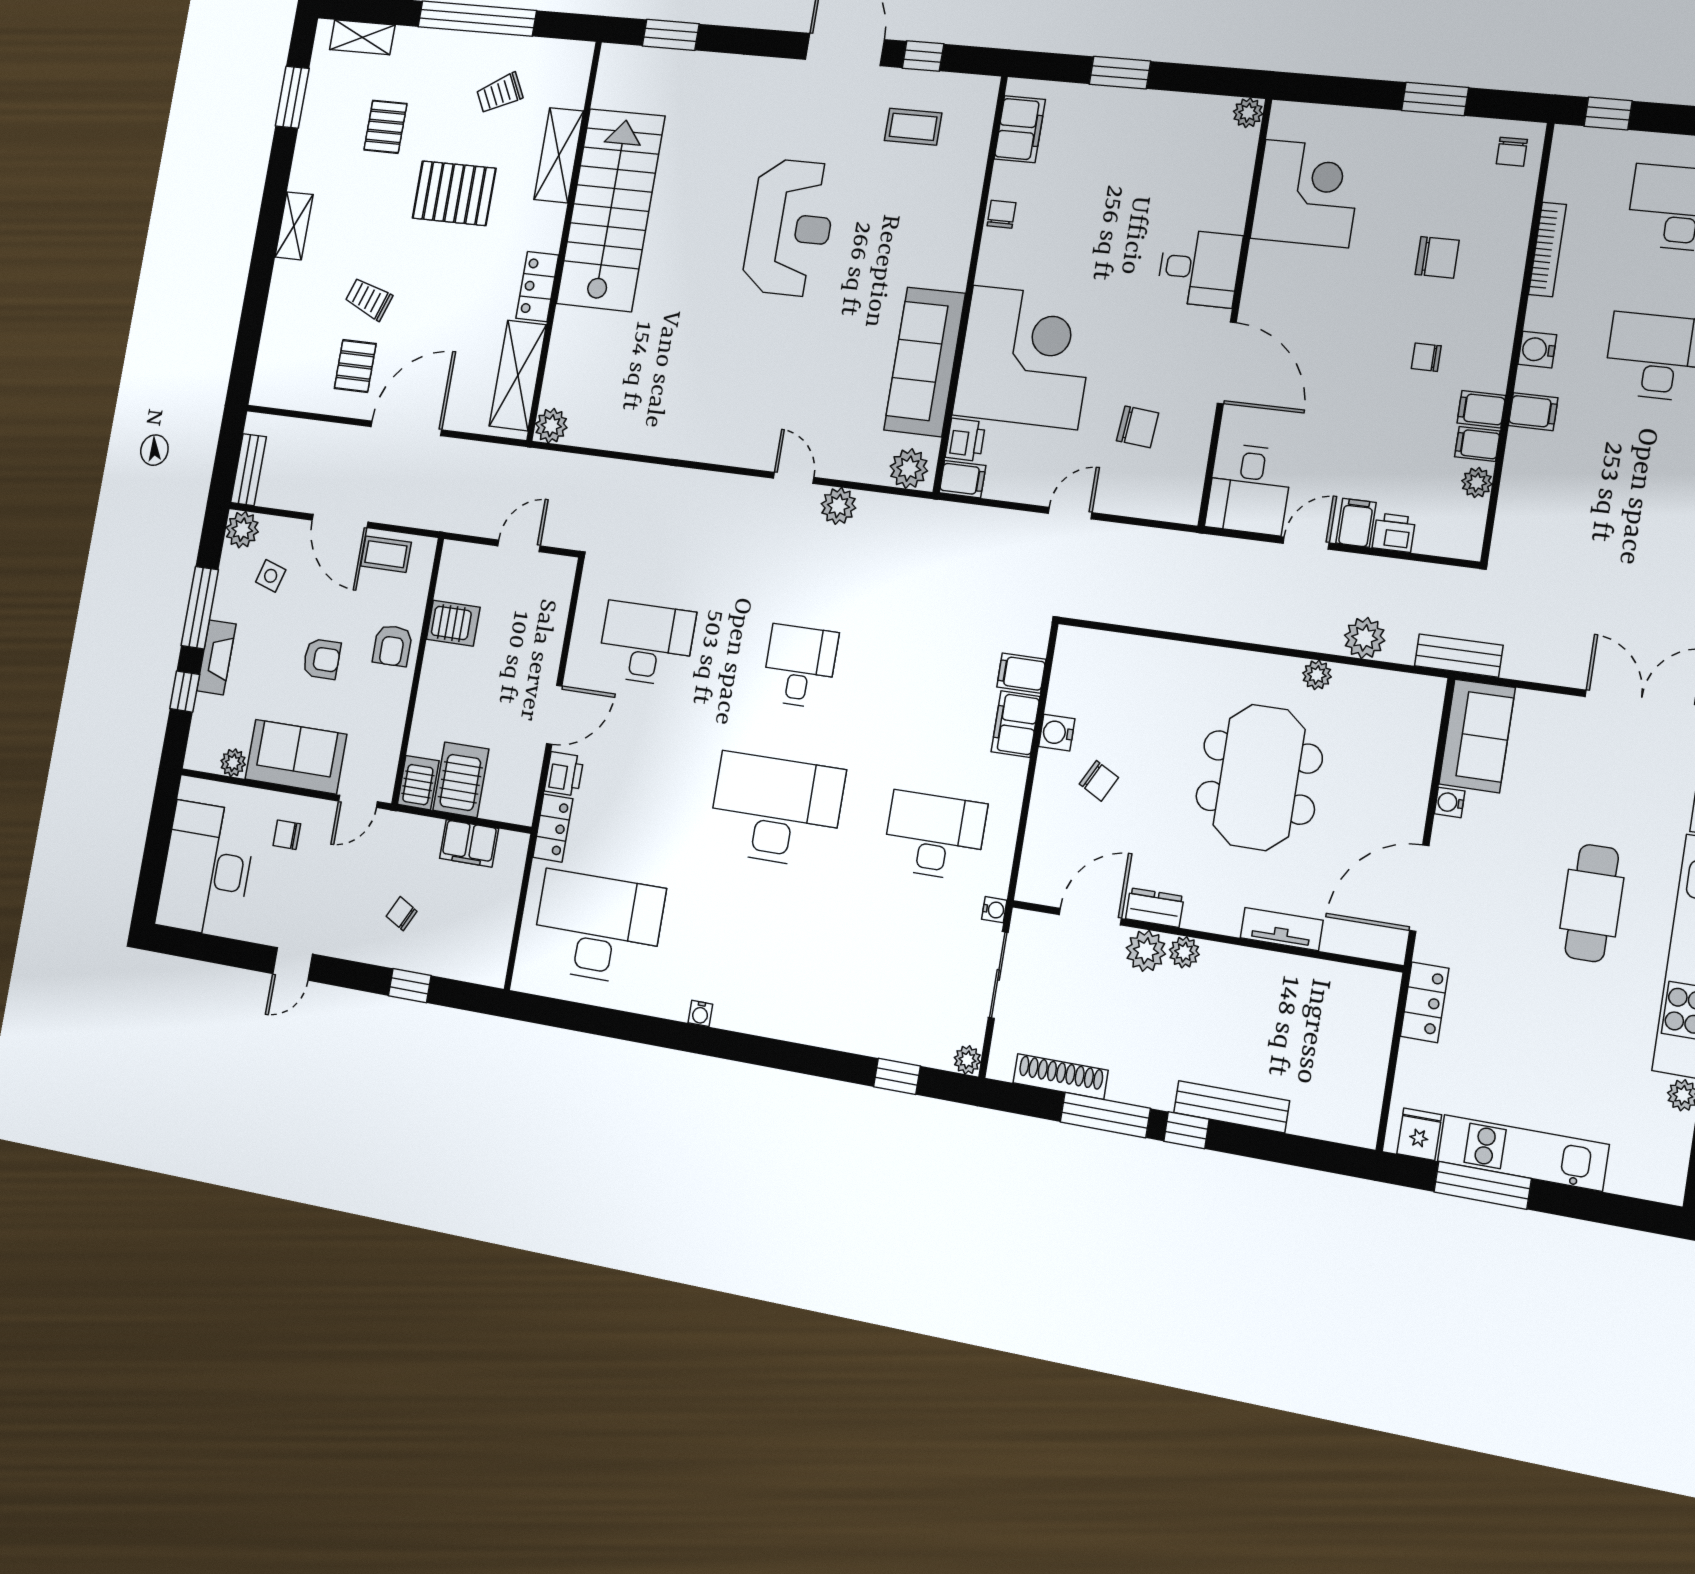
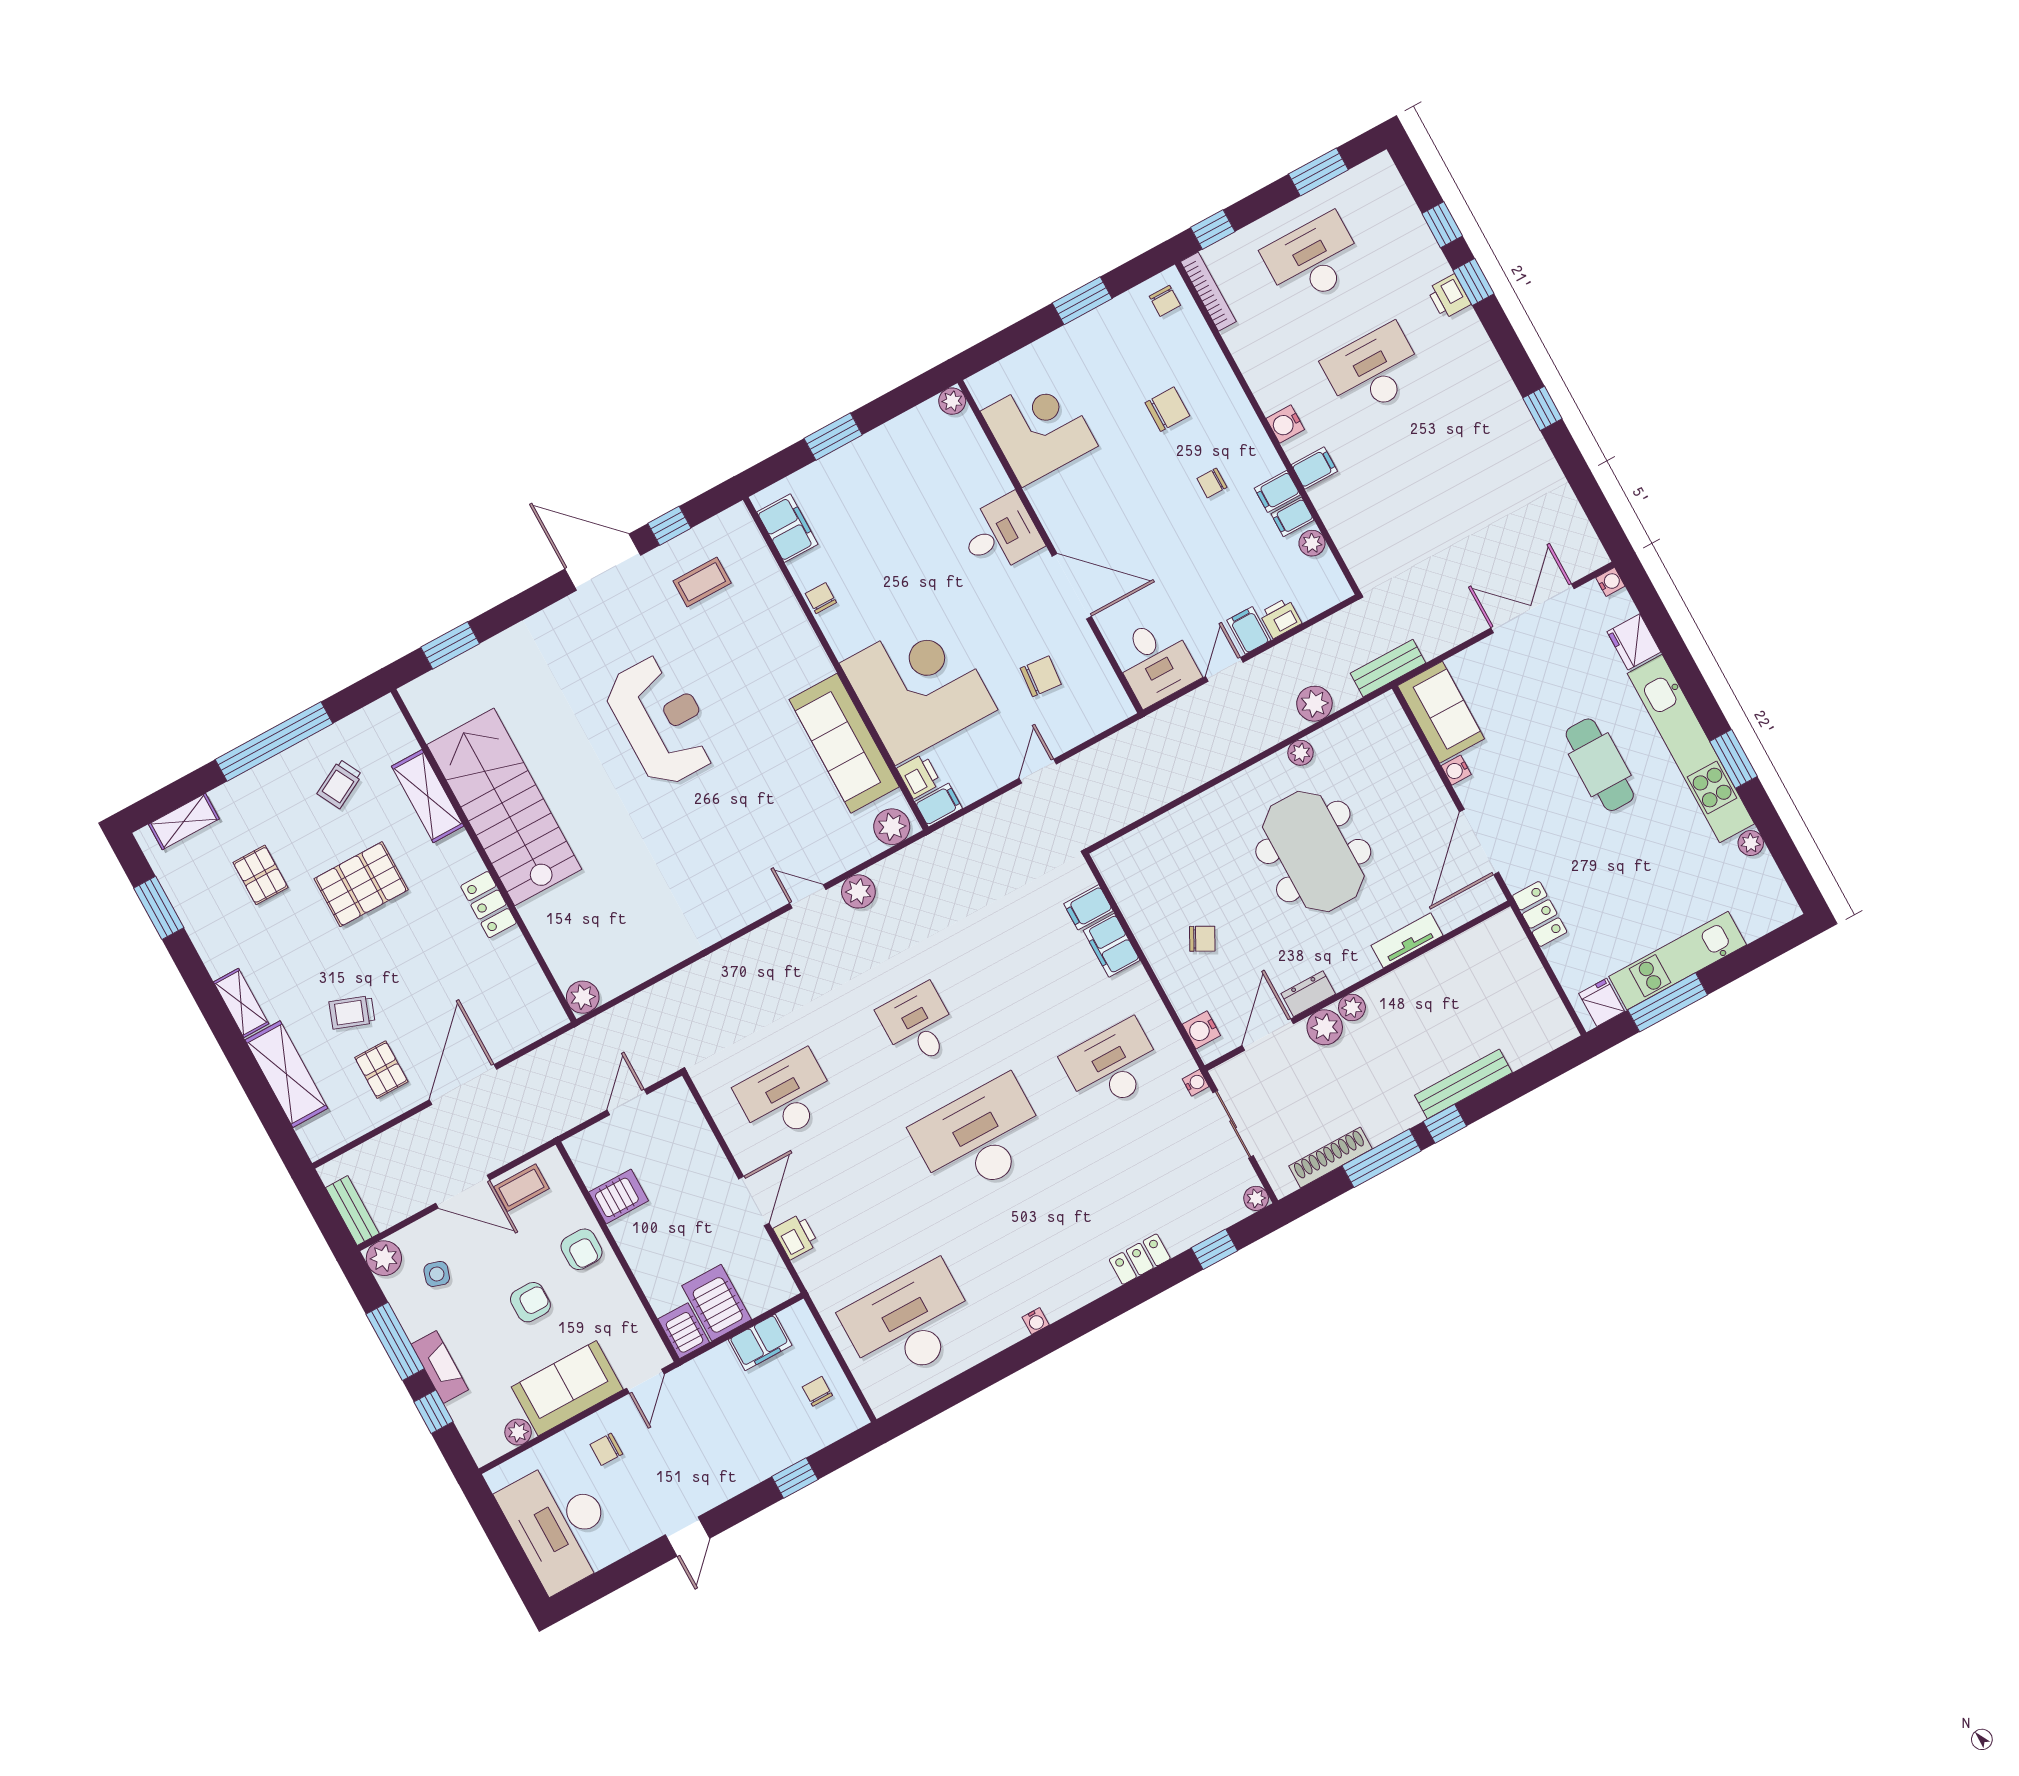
bookcase: (1547, 249) -> (1208, 292), moved
shelving: (518, 375) -> (286, 1074), moved
water cooler: (1057, 733) -> (1201, 1030), moved
locker: (553, 828) -> (1140, 1259), moved, turned -90
chair: (402, 914) -> (817, 1391), moved, turned 62

